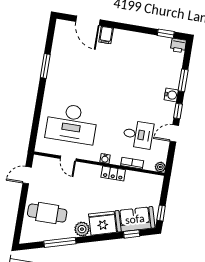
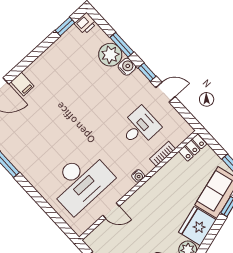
door: (174, 133) -> (165, 92), swing flipped
plant: (160, 167) -> (110, 55), moved, width x1.88, depth x1.88
locker: (113, 173) -> (193, 148), moved

